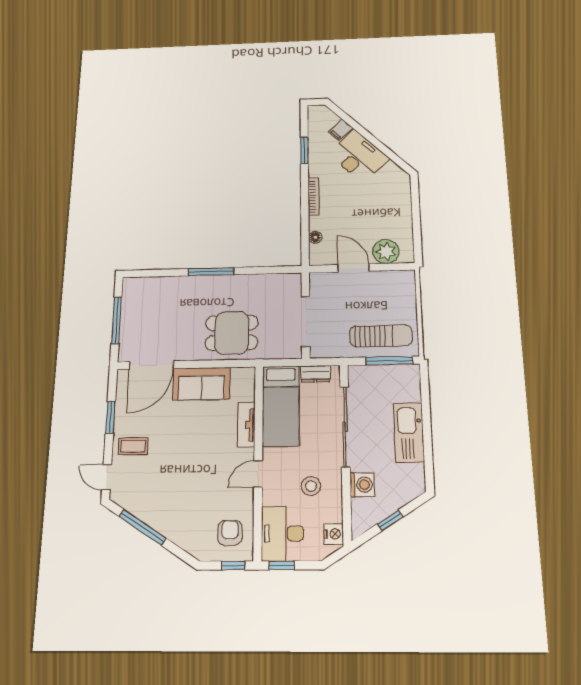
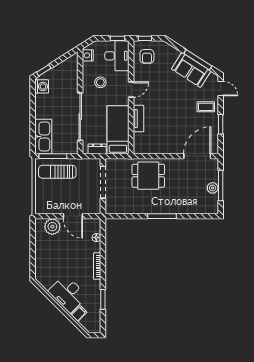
plant: (129, 316) -> (213, 188), added
sofa: (201, 384) -> (191, 70), moved, turned -147
kitchen sink: (409, 432) -> (43, 136), moved
washing machine: (362, 485) -> (42, 86), moved, turned 180
window: (390, 520) -> (44, 70), moved

